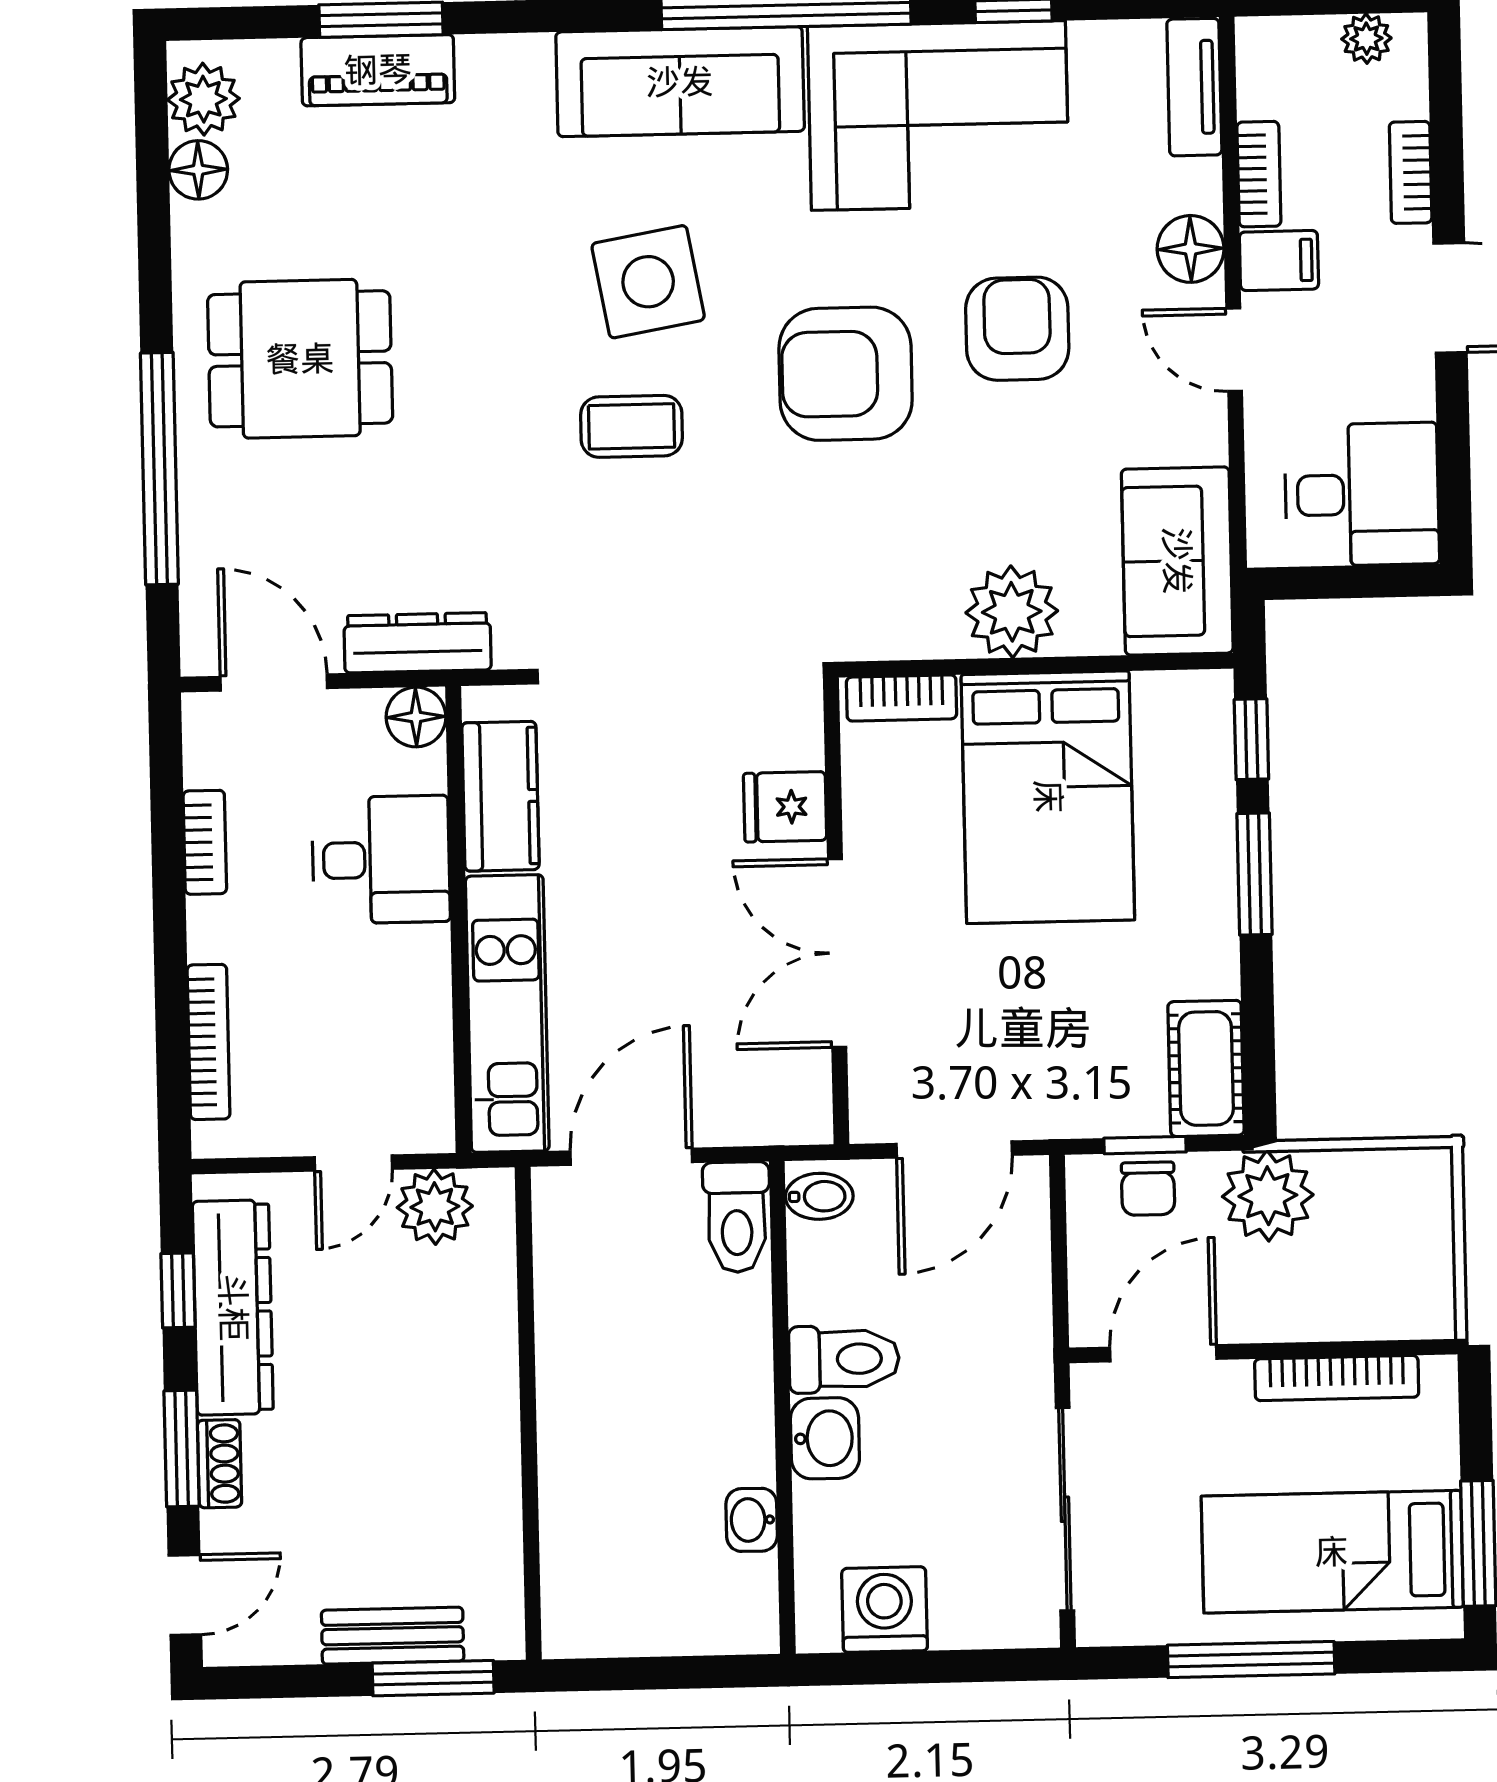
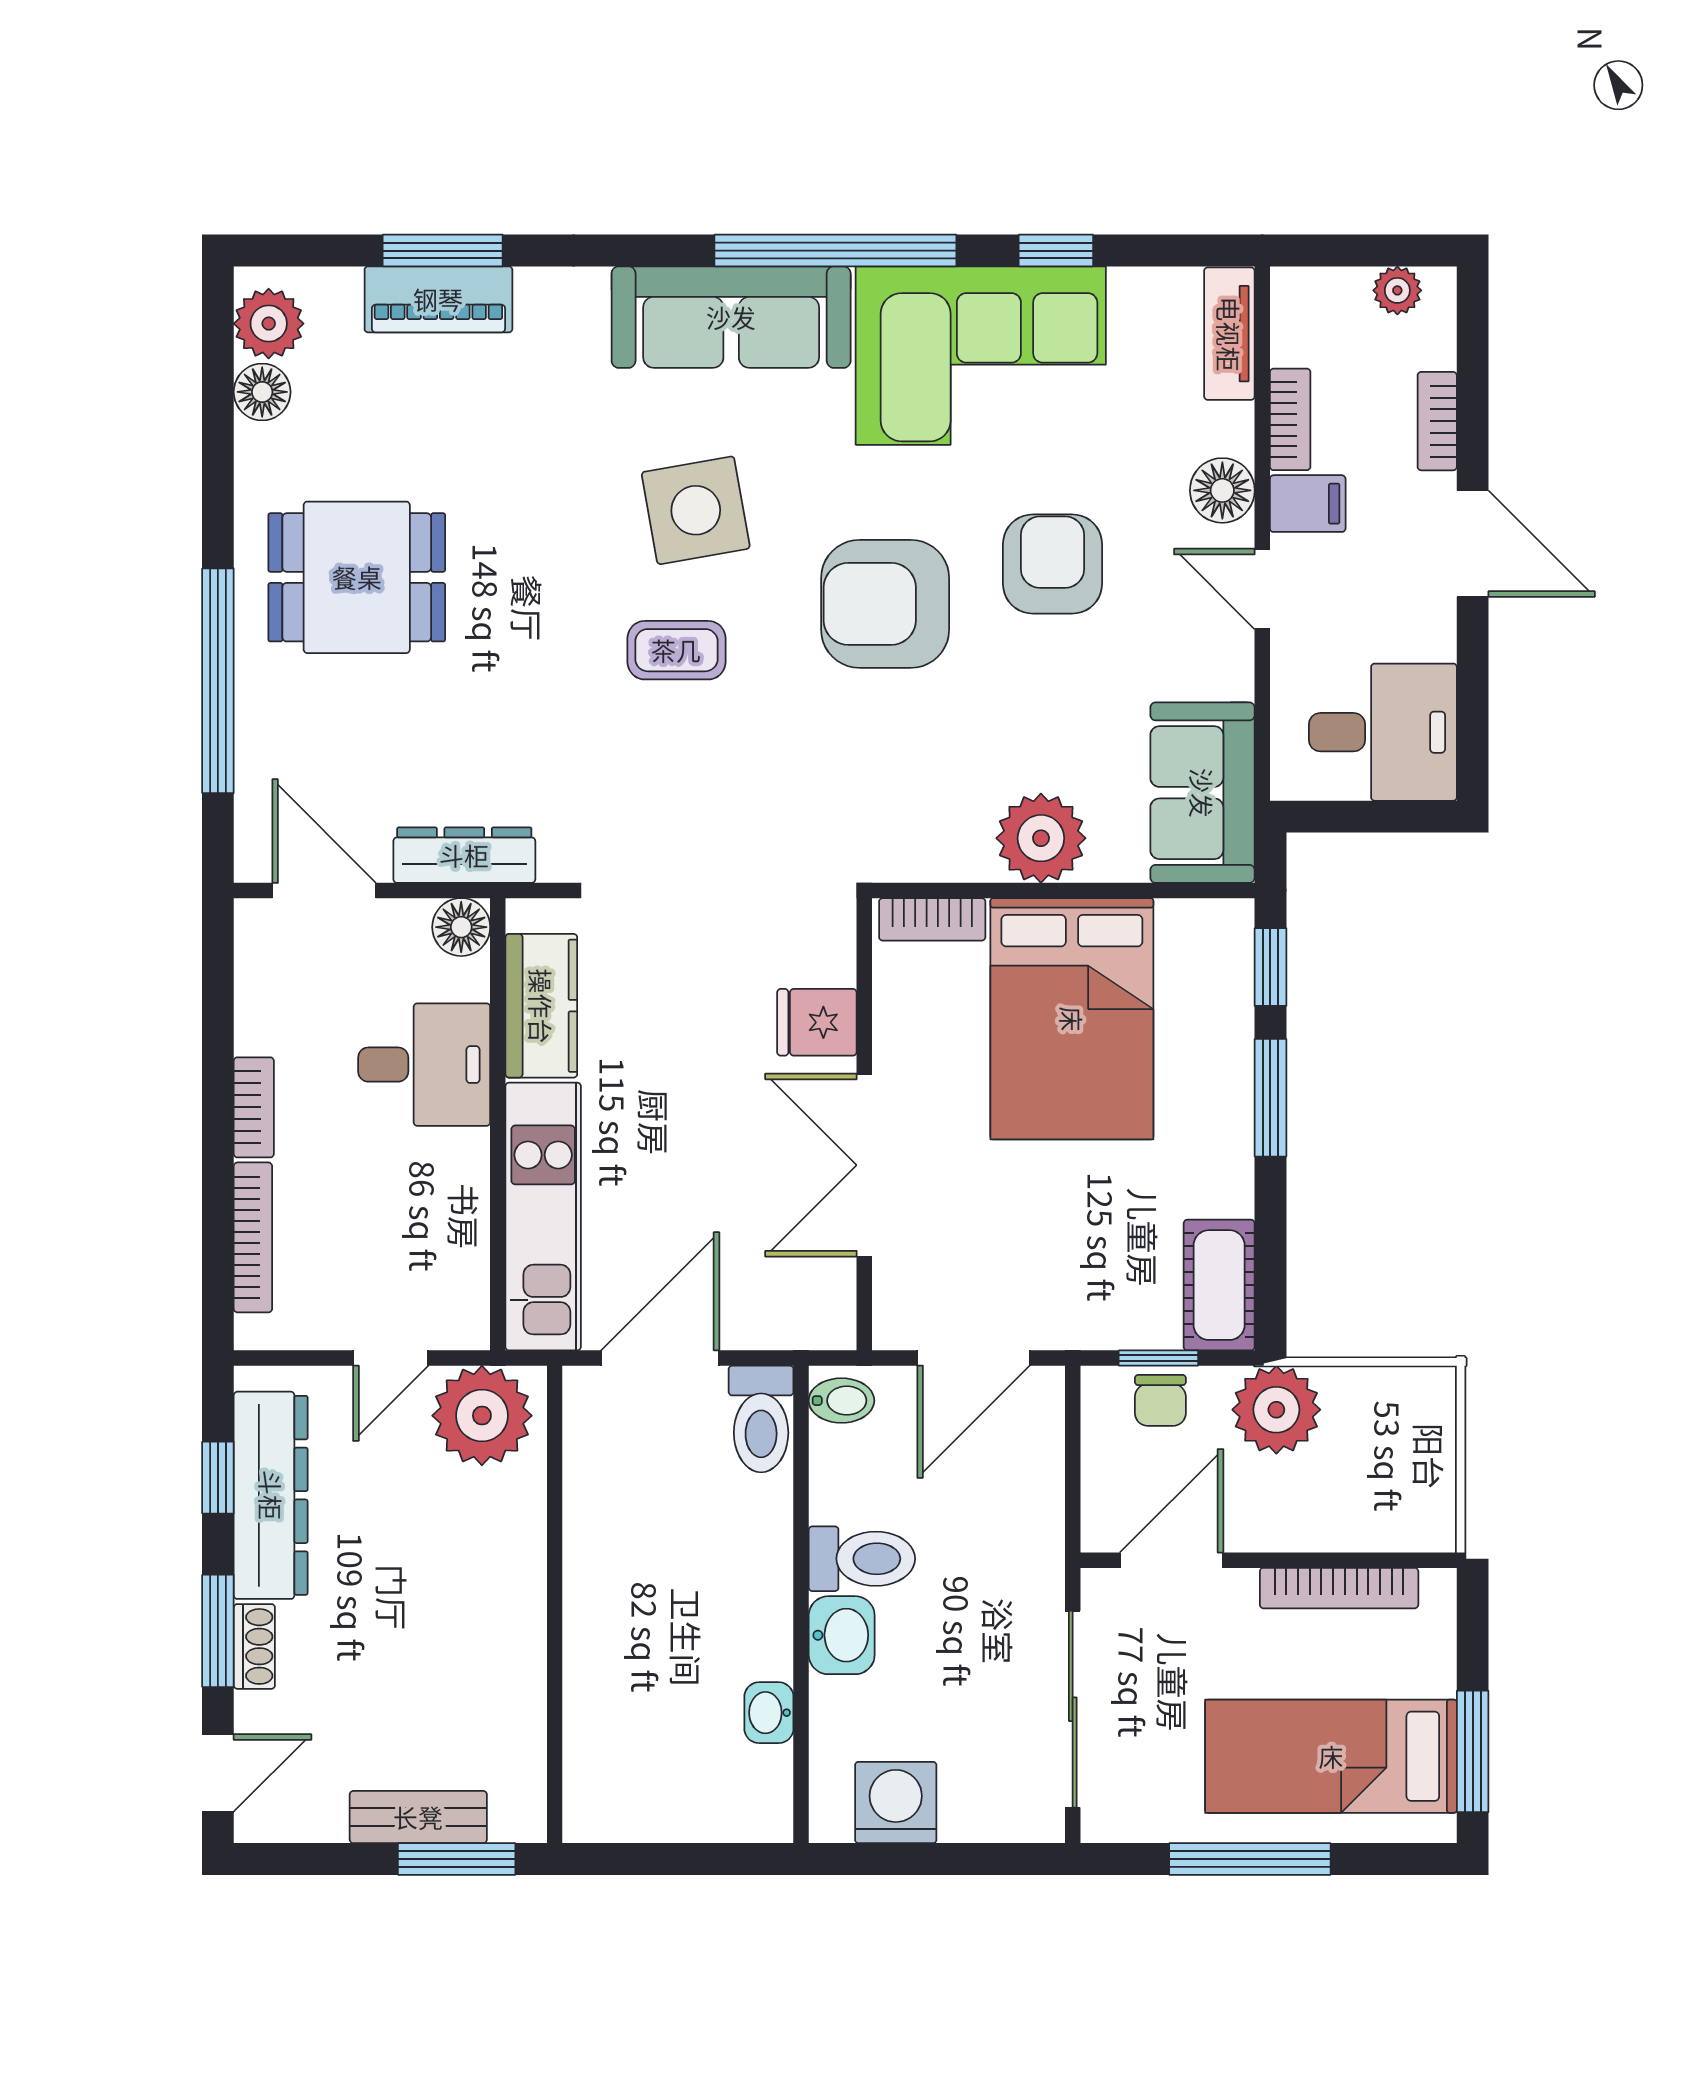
bookcase: (205, 842) -> (254, 1107), moved
plant: (435, 1207) -> (482, 1416), width x1.36, depth x1.36

